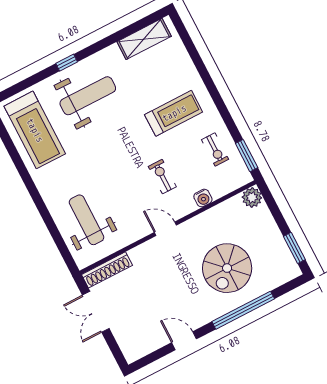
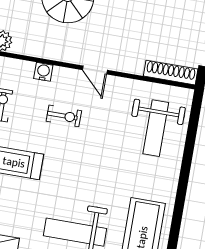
exercise bike: (162, 177) -> (64, 116), turned -90

